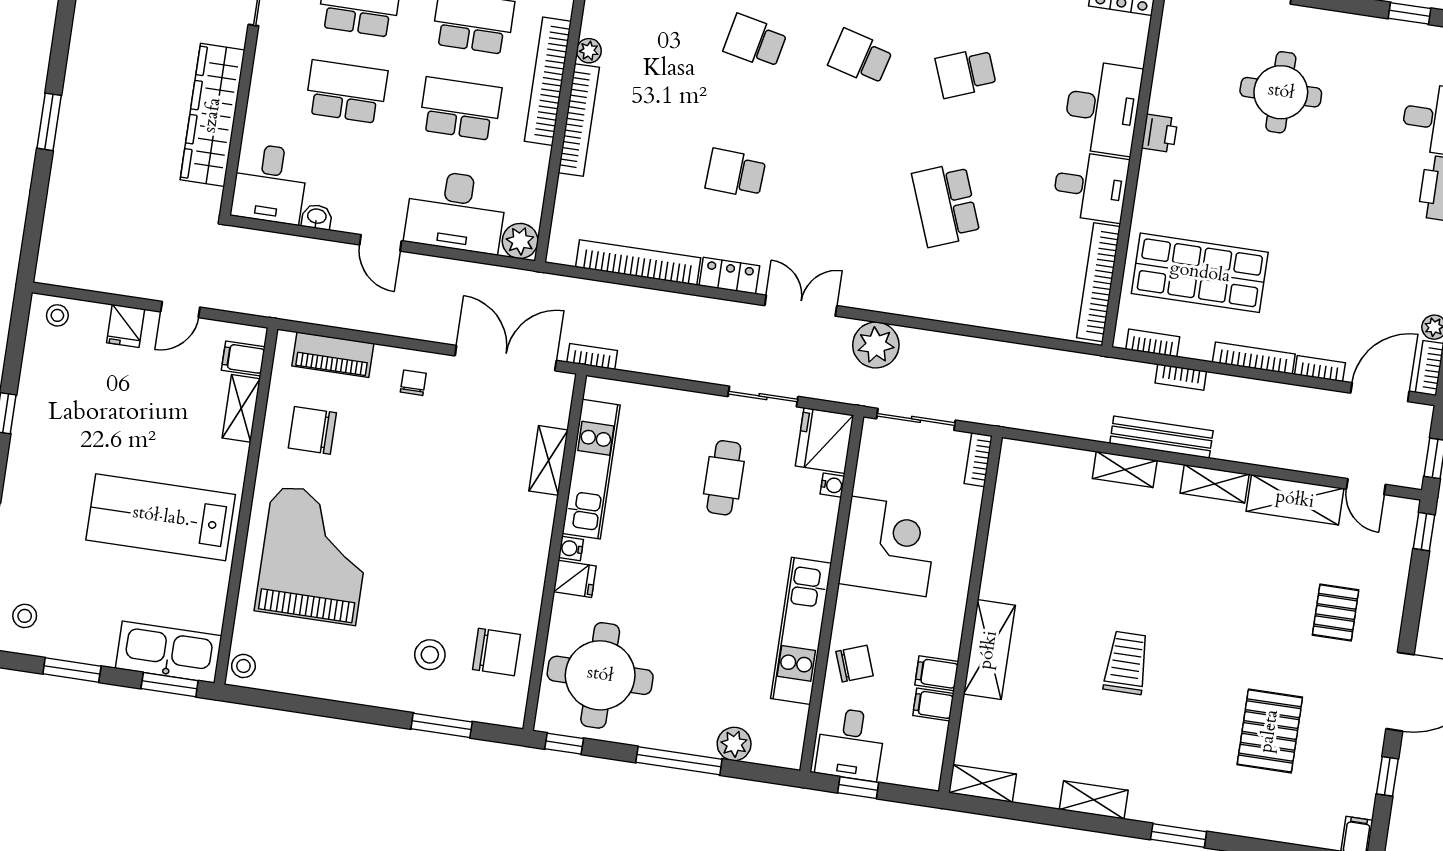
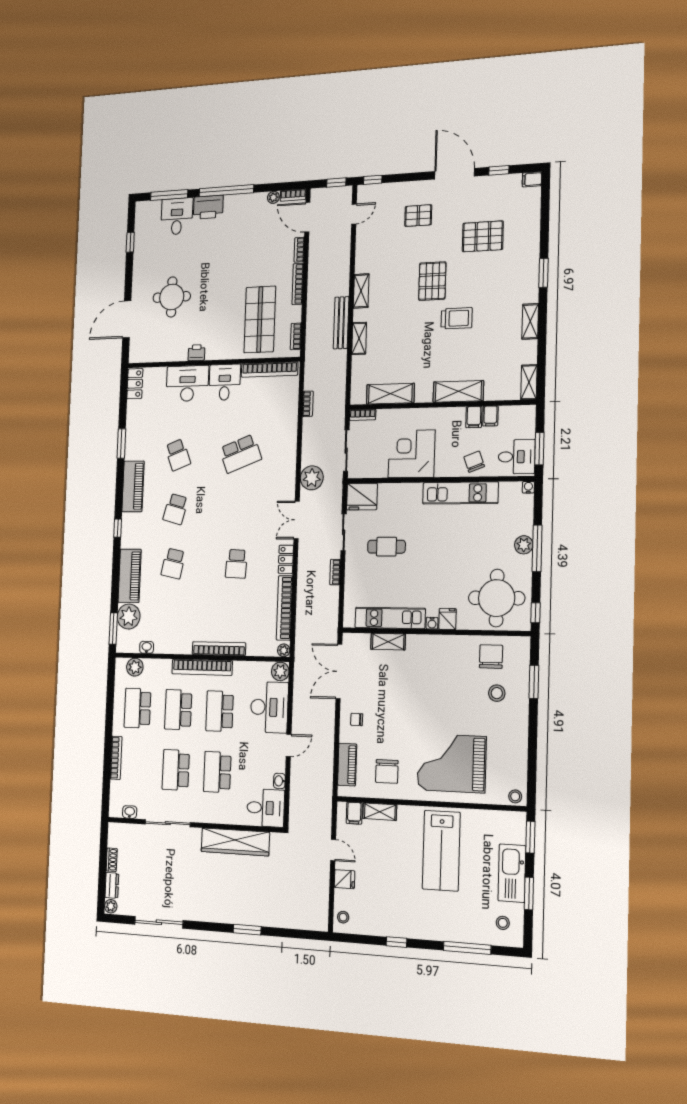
plant: (589, 51) -> (284, 650), moved
bookcase: (592, 356) -> (335, 572), moved
bookcase: (1181, 377) -> (308, 404), moved
water cooler: (832, 485) -> (528, 487), moved
shelving: (1295, 500) -> (390, 394), moved, turned 90
pallet: (1205, 625) -> (432, 281), added
kitchen sink: (169, 652) -> (512, 873), moved
trolley: (1126, 663) -> (457, 318), turned 180
plant: (734, 744) -> (524, 545), moved
window: (858, 788) -> (539, 449), width x1.50

